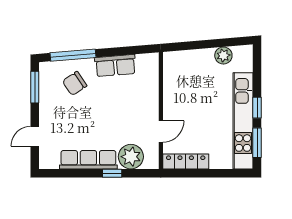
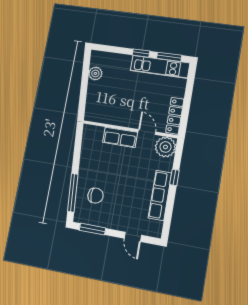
row of seats: (115, 66) -> (120, 137), moved, turned 95
chair: (75, 83) -> (96, 196), turned -56
kitchen unit: (243, 121) -> (160, 67), width x0.73
plant: (131, 157) -> (165, 147), moved

